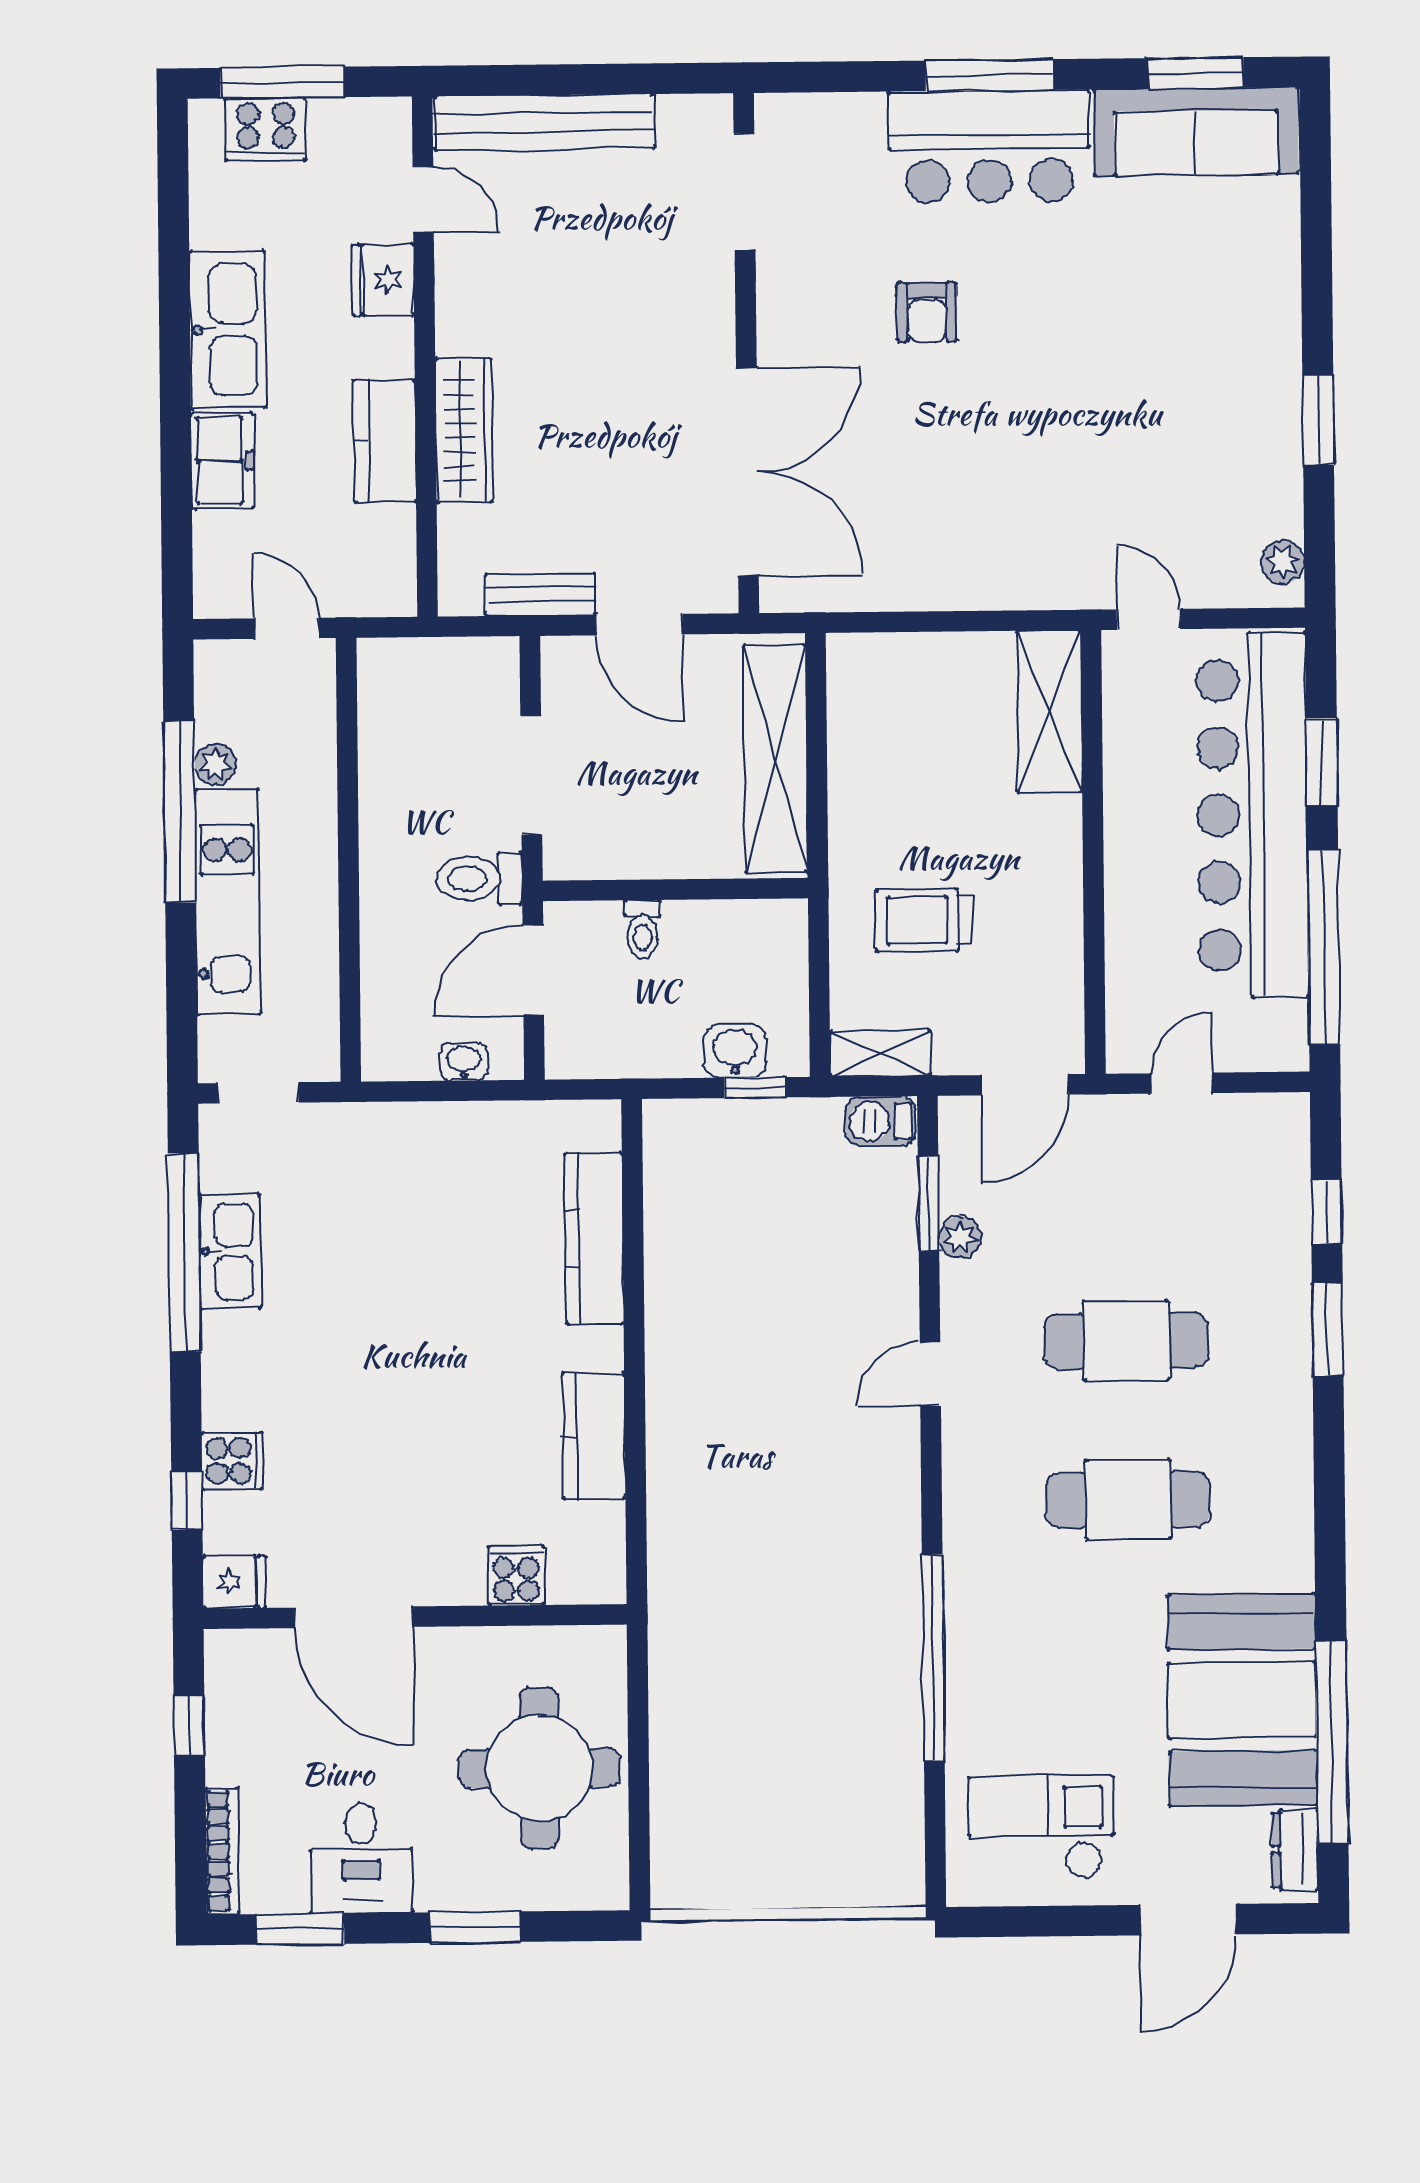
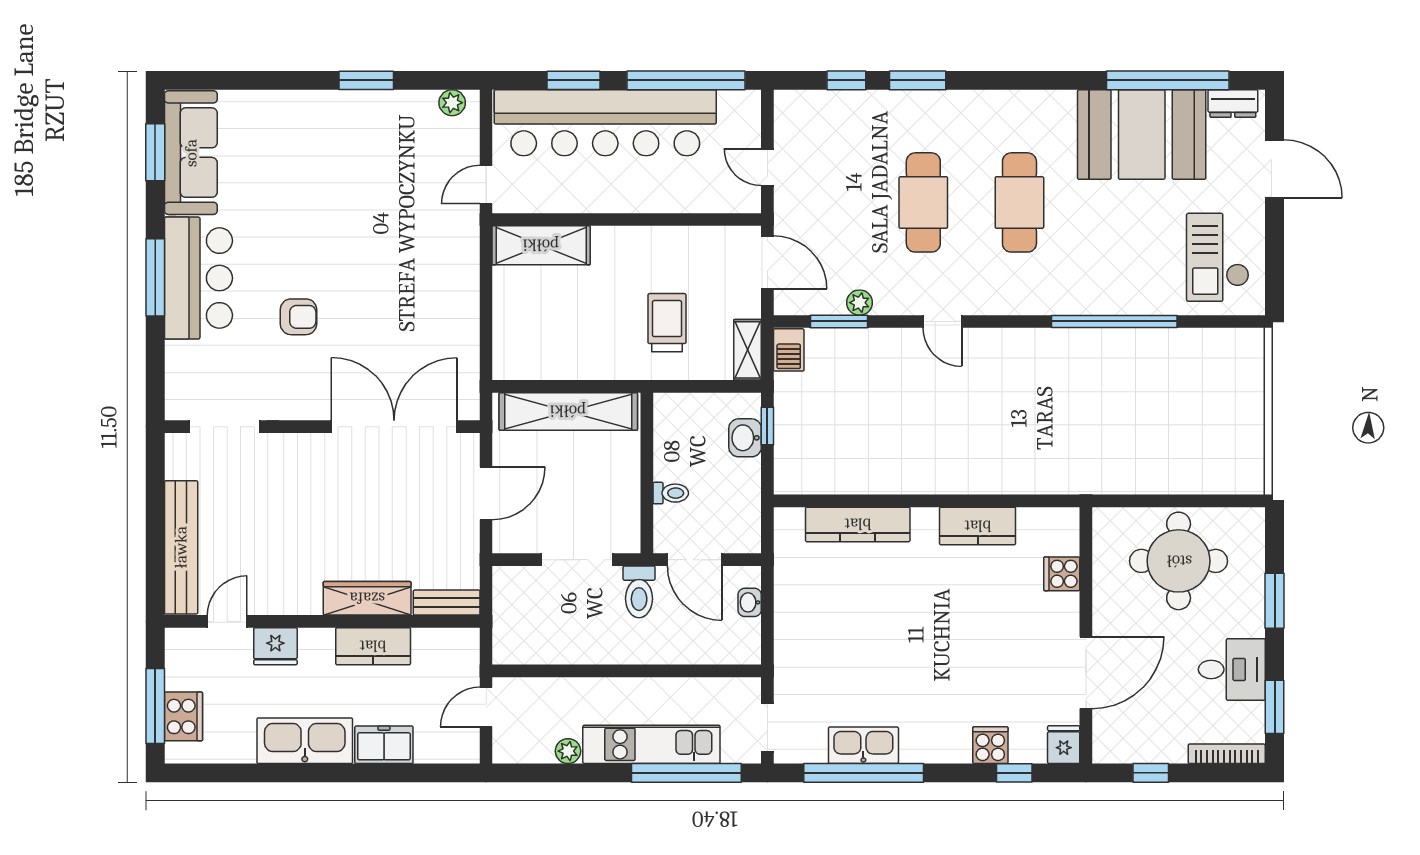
bench: (540, 595) -> (447, 603), moved, turned 90
window: (180, 812) -> (686, 773), moved
trolley: (924, 920) -> (667, 323), turned 180

